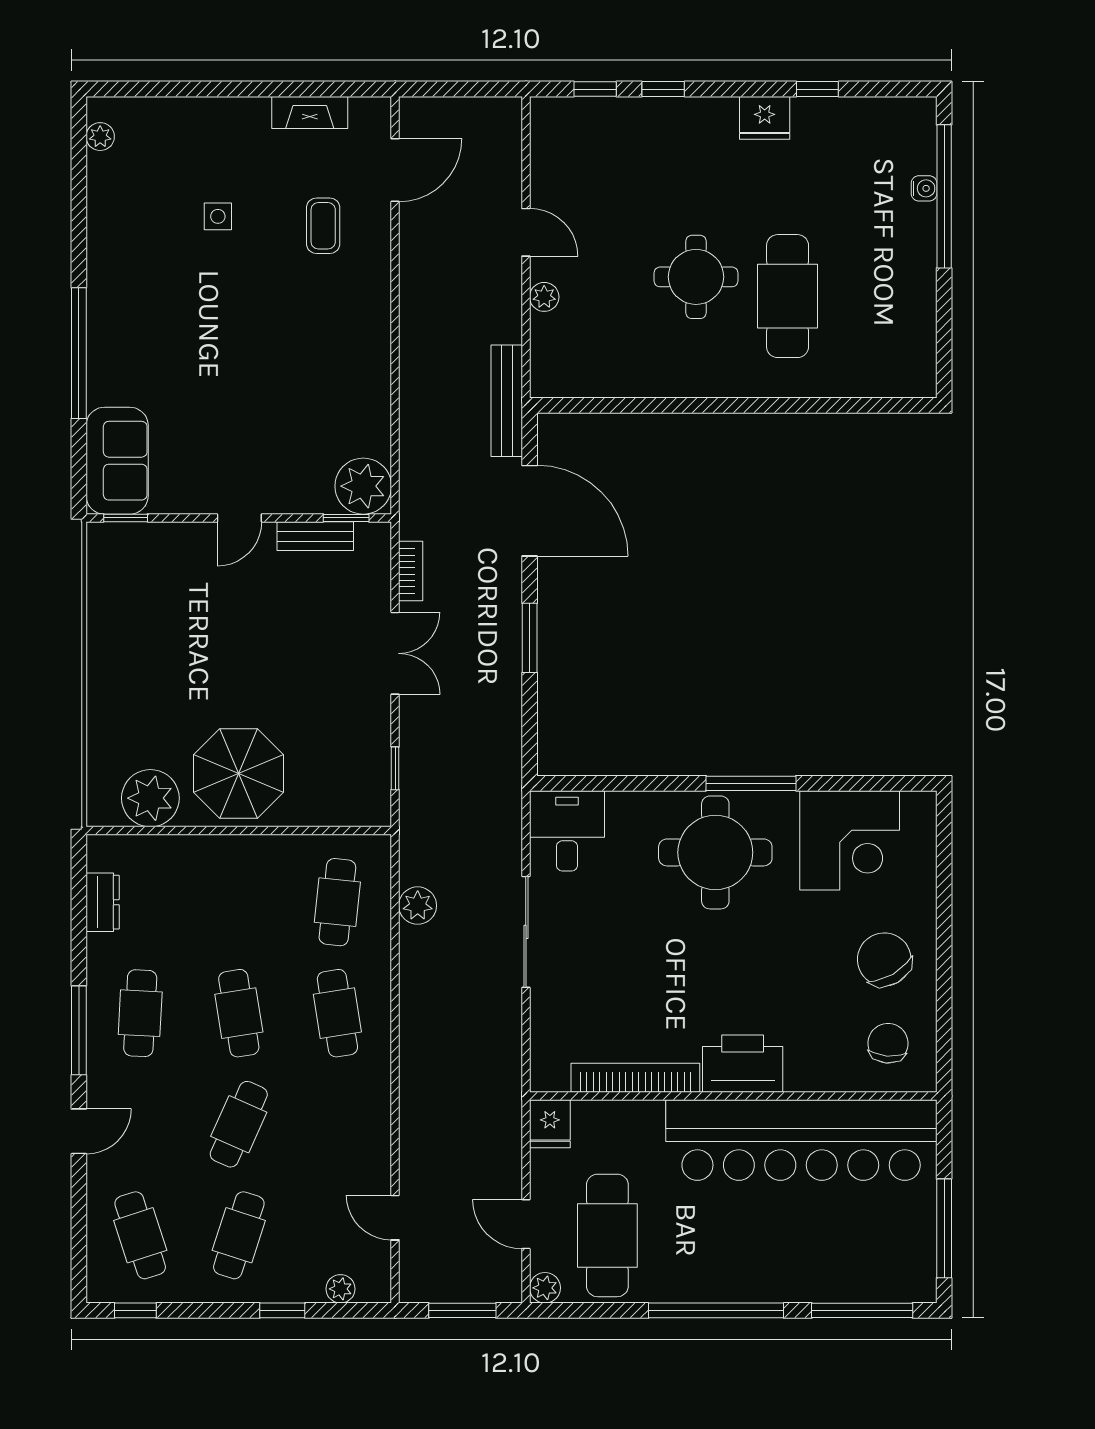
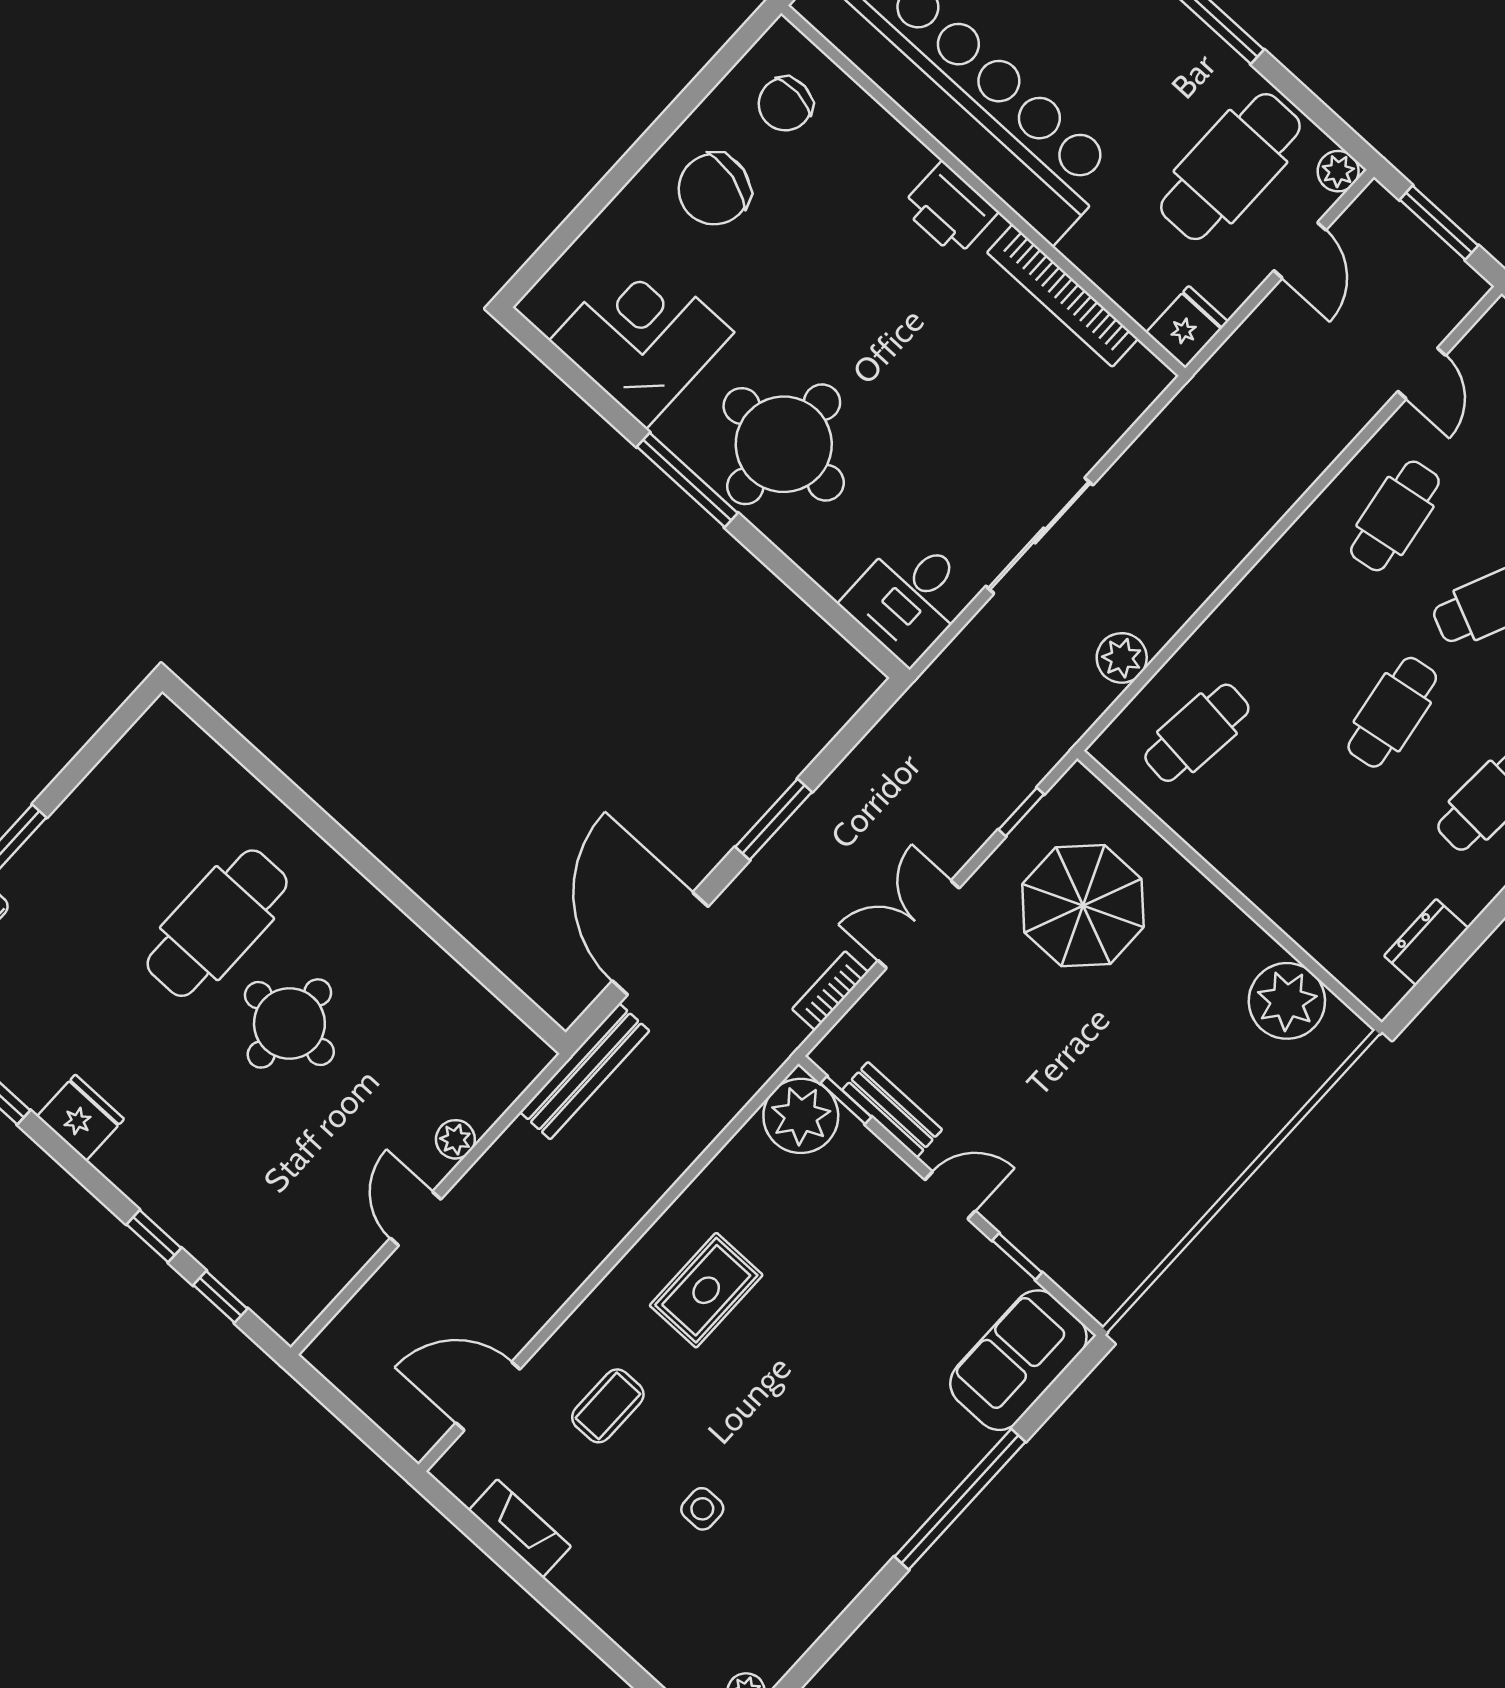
rug: (327, 341) -> (706, 1290), added
window: (126, 518) -> (1017, 1257), moved
parasol: (238, 774) -> (1083, 906), moved
chair: (884, 960) -> (714, 189), turned 44
cafe table: (337, 1013) -> (1395, 516), moved
printer: (743, 1064) -> (949, 209), width x0.73, depth x0.84

